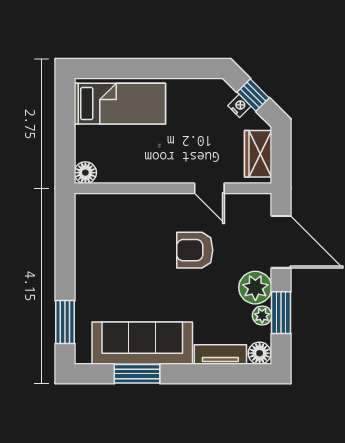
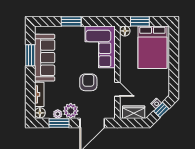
bed: (120, 104) -> (152, 47), width x1.50
window: (65, 141) -> (140, 21), added
door: (209, 188) -> (117, 89), swing flipped
corner sofa: (119, 225) -> (100, 47), added
window: (65, 322) -> (71, 21), moved

